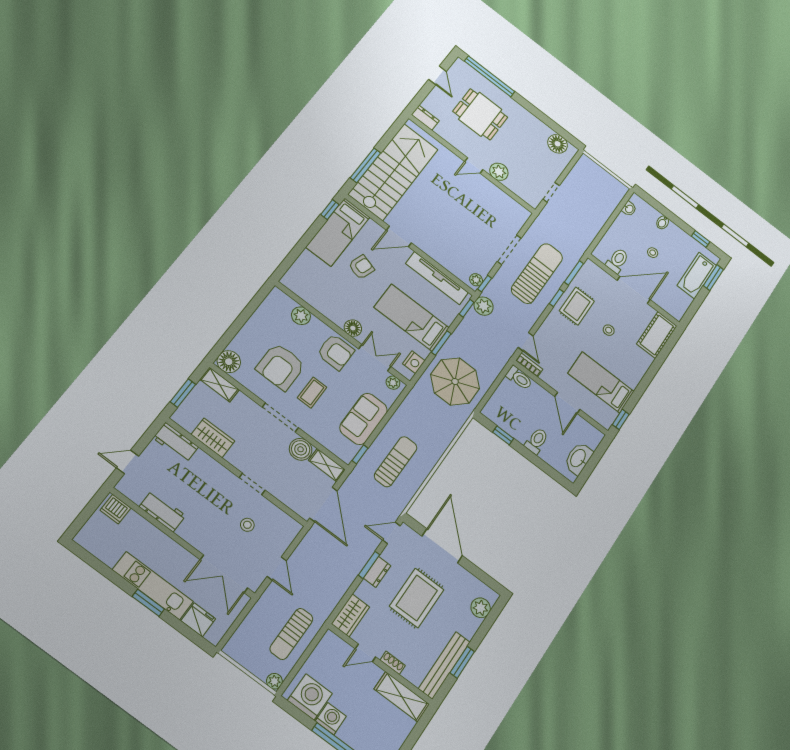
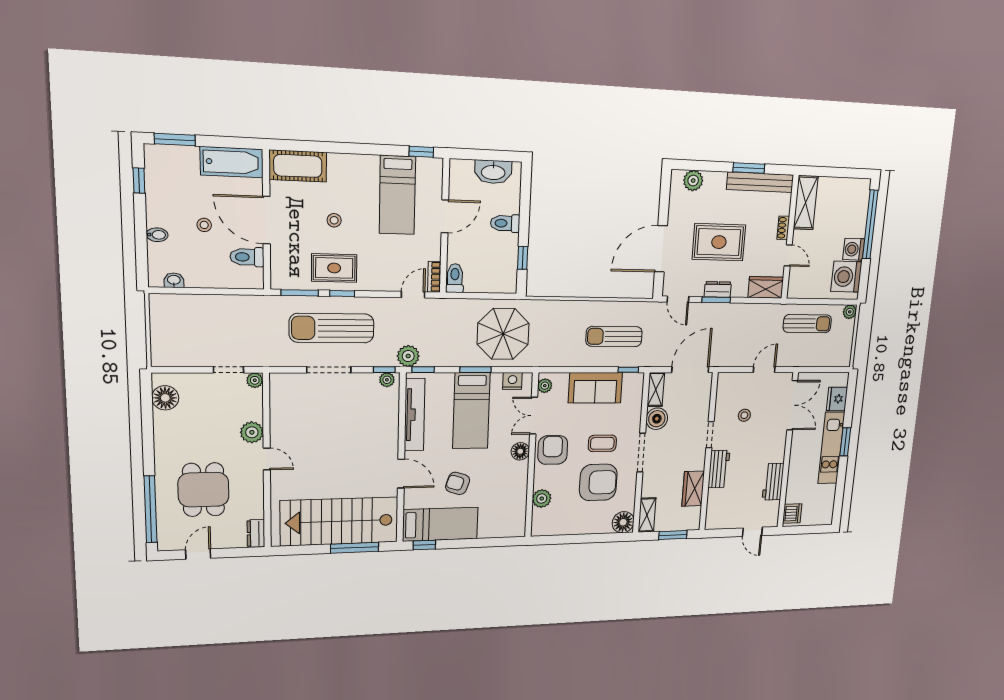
plant: (533, 201) -> (255, 380), added
bathtub: (697, 276) -> (232, 162), moved
workbench: (176, 442) -> (719, 469), moved

